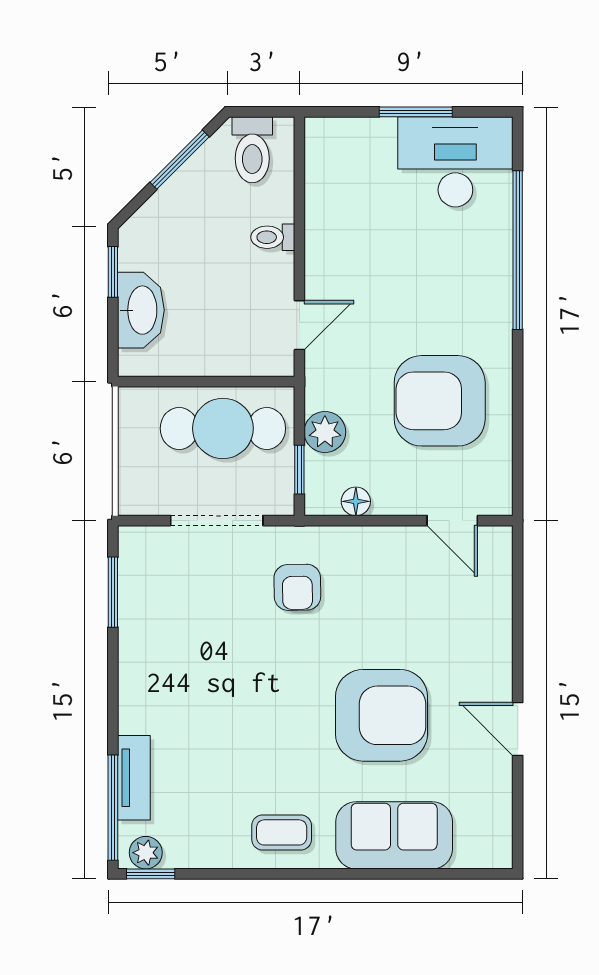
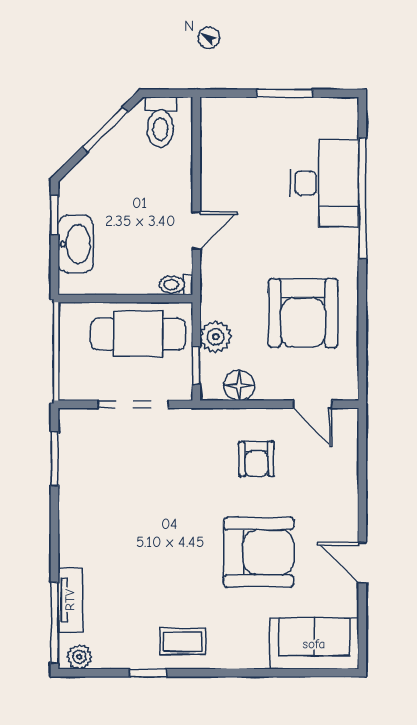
desk: (455, 162) -> (324, 183), moved, turned 90
toilet: (273, 237) -> (176, 285), moved
door: (299, 325) -> (196, 230), moved
armchair: (440, 401) -> (303, 313), turned -90
floor lamp: (356, 501) -> (239, 385), width x1.37, depth x1.37
armchair: (297, 587) -> (257, 459), moved
sofa: (394, 835) -> (314, 644), moved
window: (151, 874) -> (148, 673), moved

